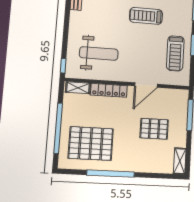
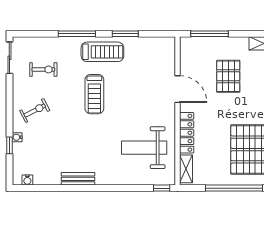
weight bench: (99, 53) -> (144, 148), turned -90
treadmill: (175, 53) -> (102, 52), moved

